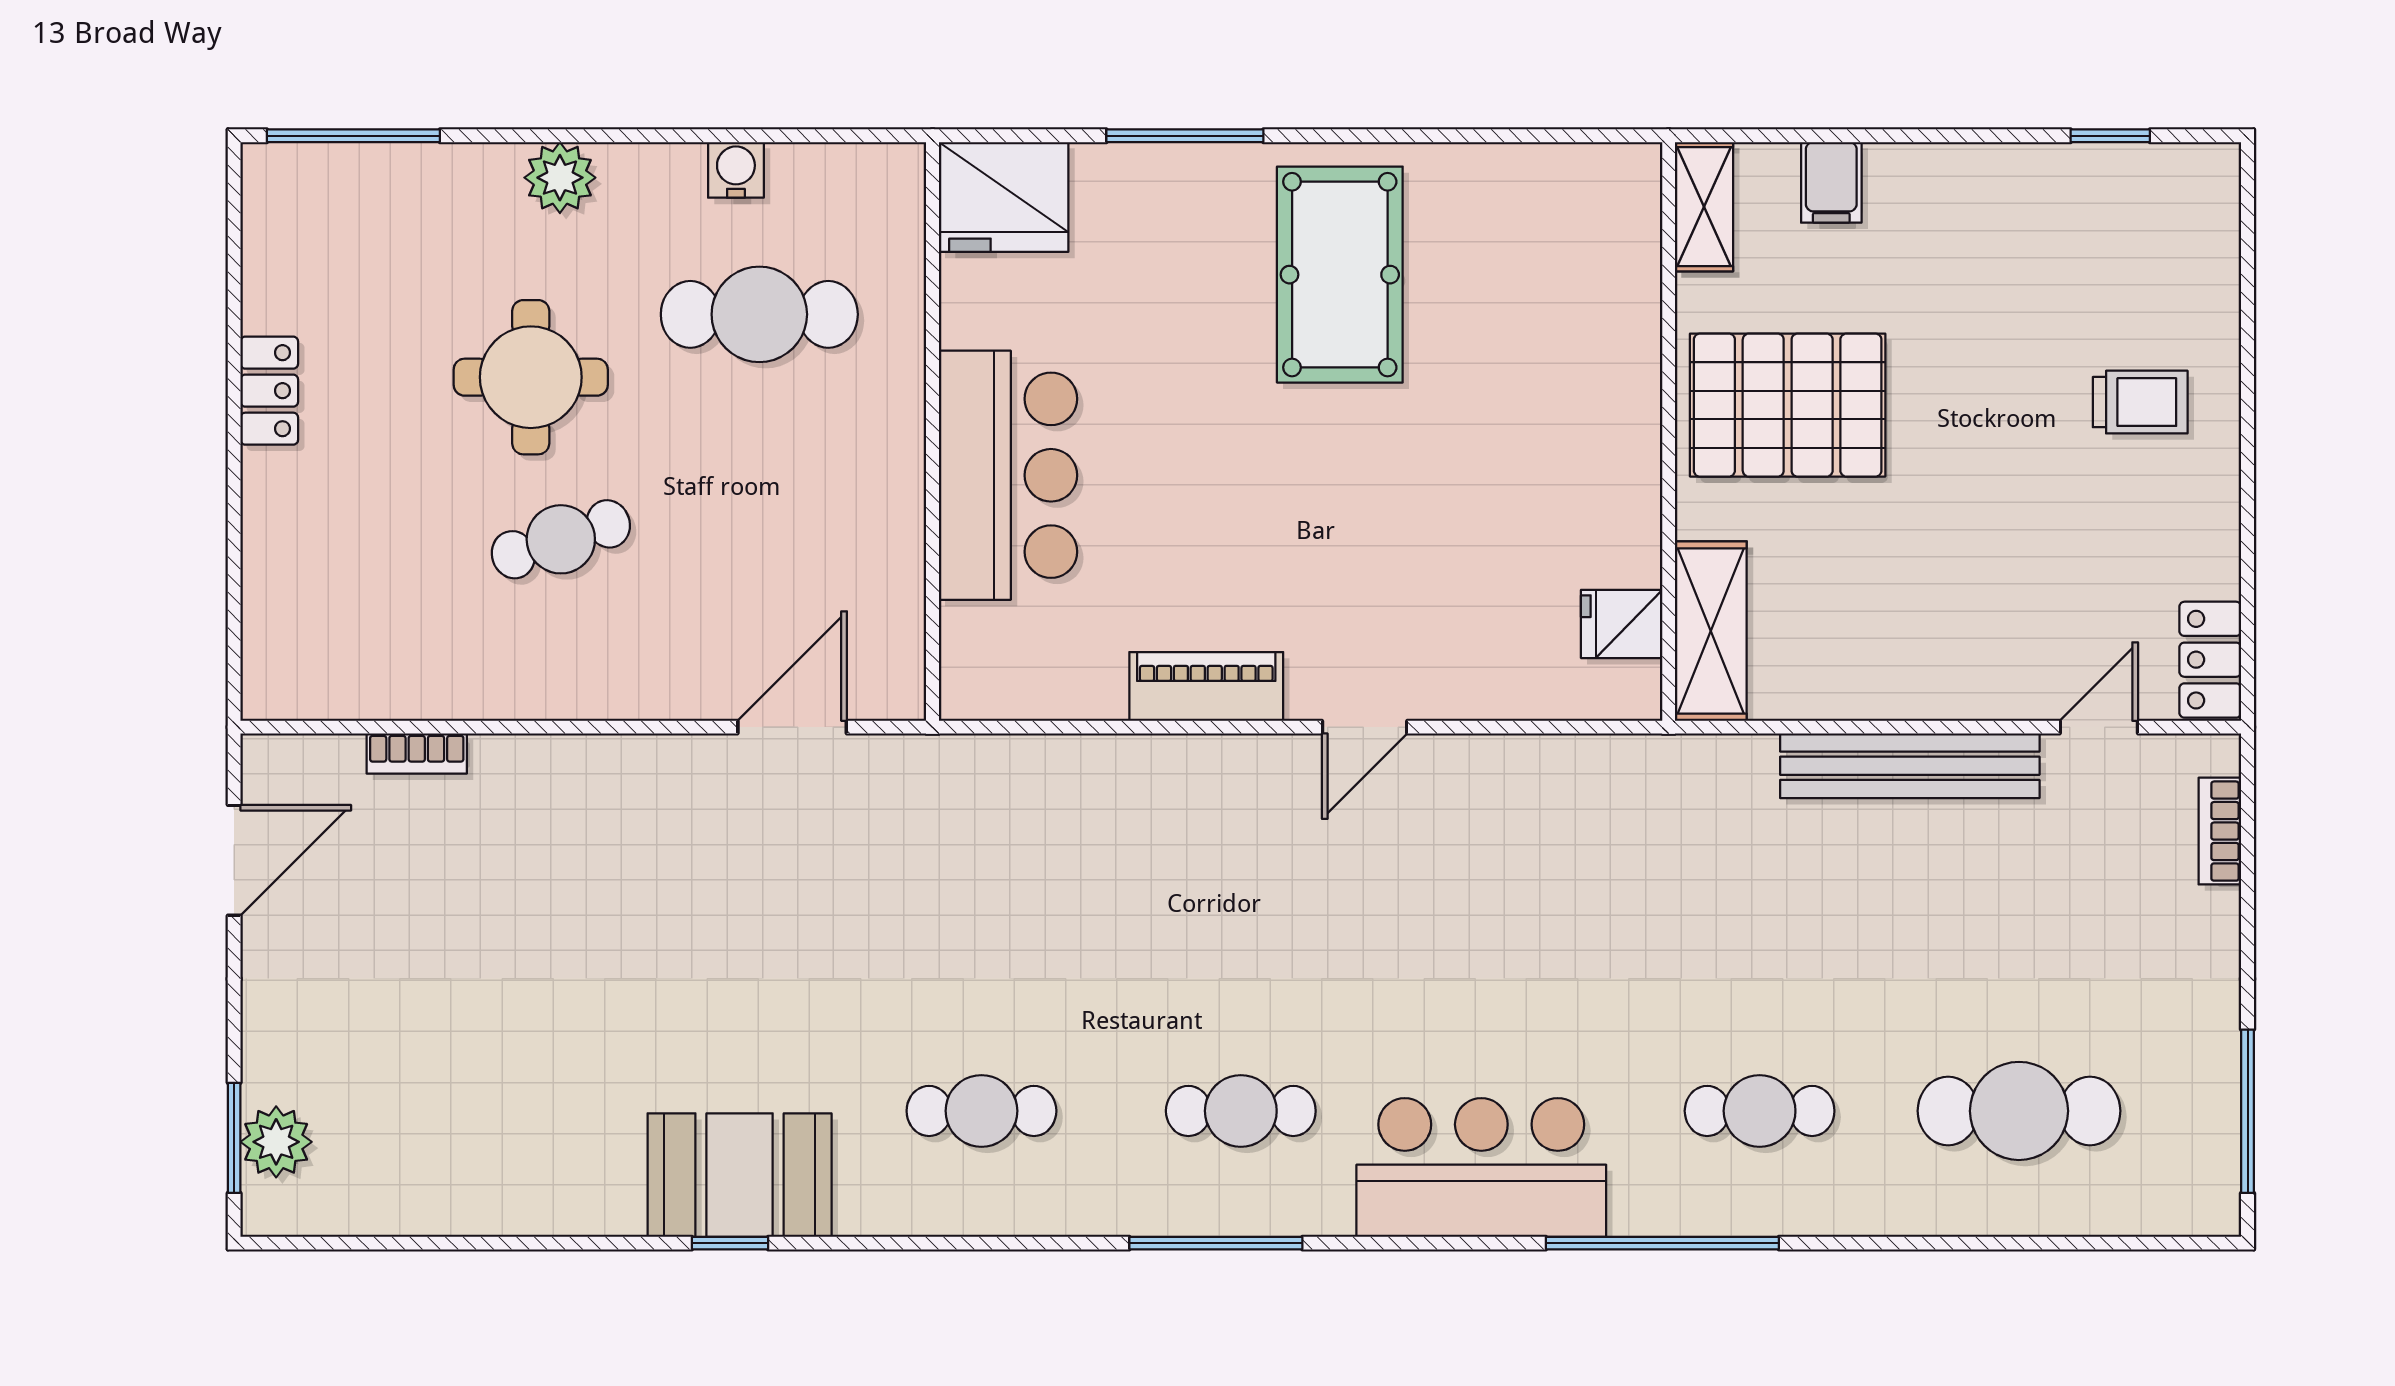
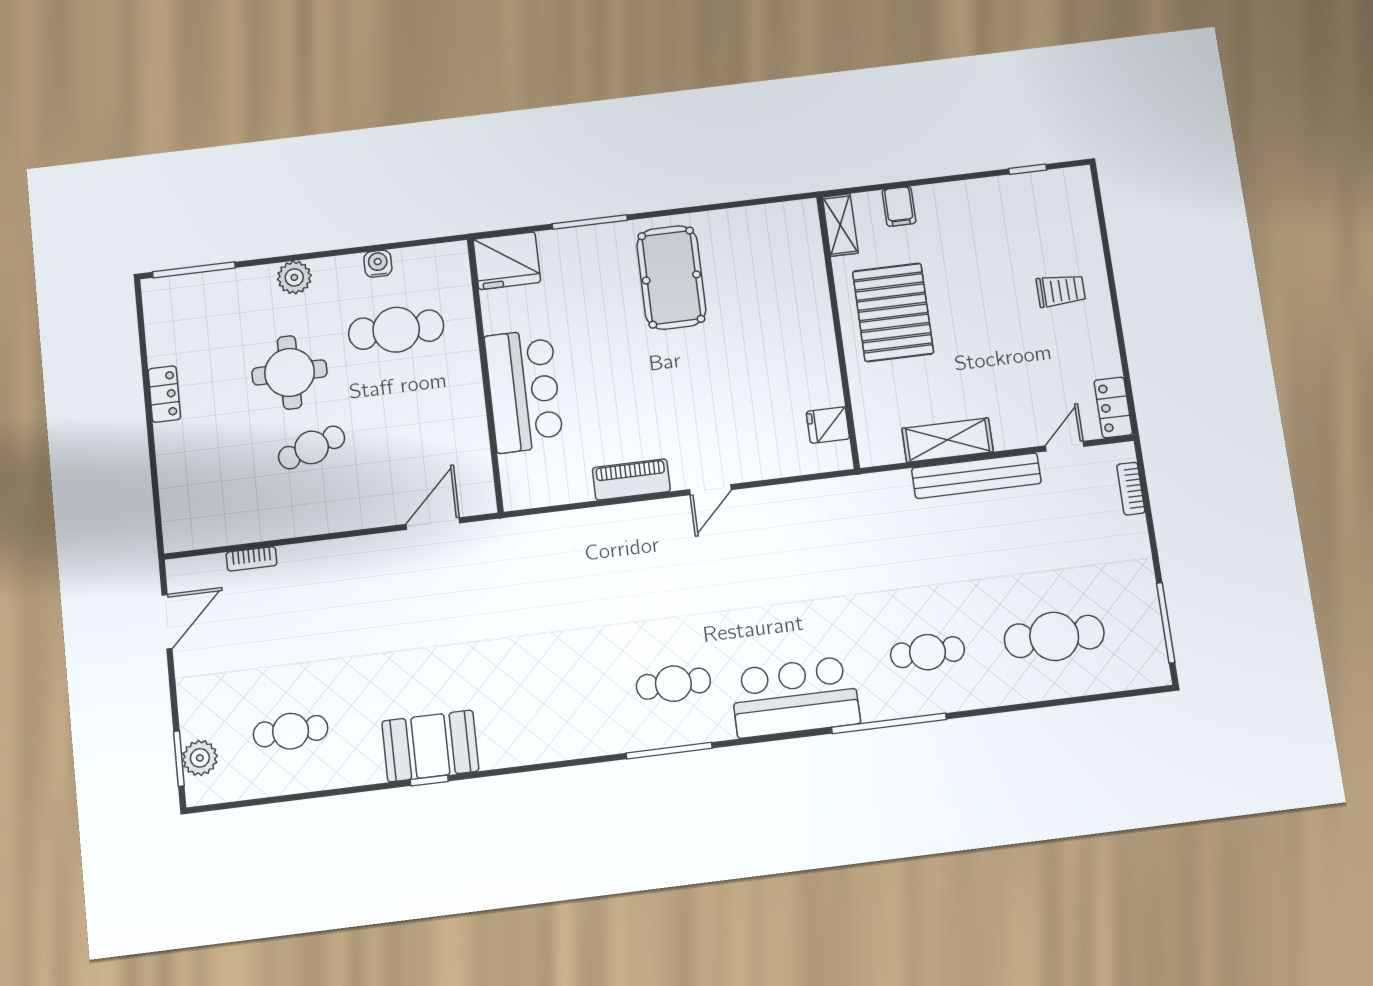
pallet: (1788, 405) -> (893, 312), turned 90
shelving: (1711, 631) -> (948, 440), moved, turned 90
cafe table: (981, 1111) -> (291, 731), moved

